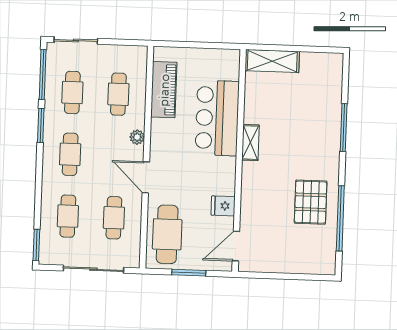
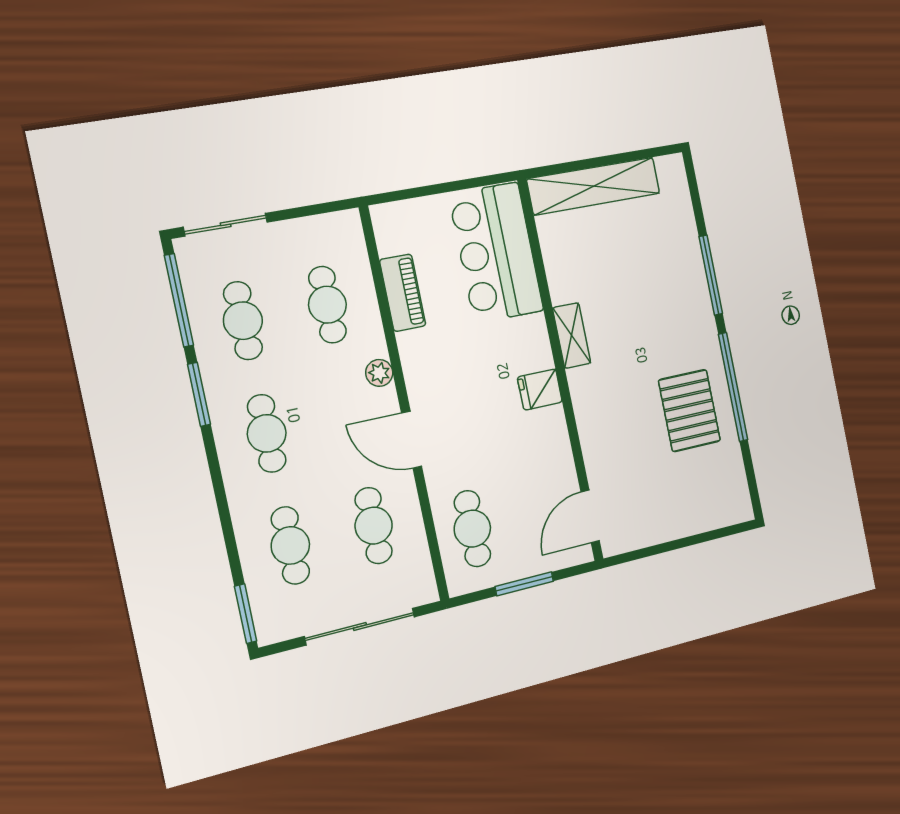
shelving: (272, 61) -> (594, 186), width x1.47
piano: (164, 90) -> (403, 293), width x0.73, depth x0.75
bar counter: (217, 118) -> (496, 253), moved
fridge: (223, 206) -> (540, 390), moved
window: (340, 218) -> (733, 387), moved
cafe table: (167, 234) -> (472, 529), width x0.73, depth x0.74

